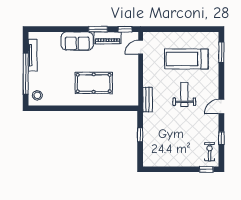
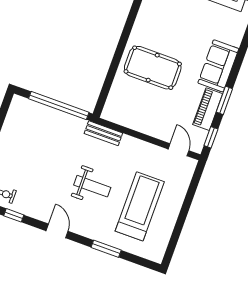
window: (221, 52) -> (106, 249), moved
pool table: (94, 83) -> (153, 68), turned 90
window: (140, 135) -> (59, 106), width x3.17

